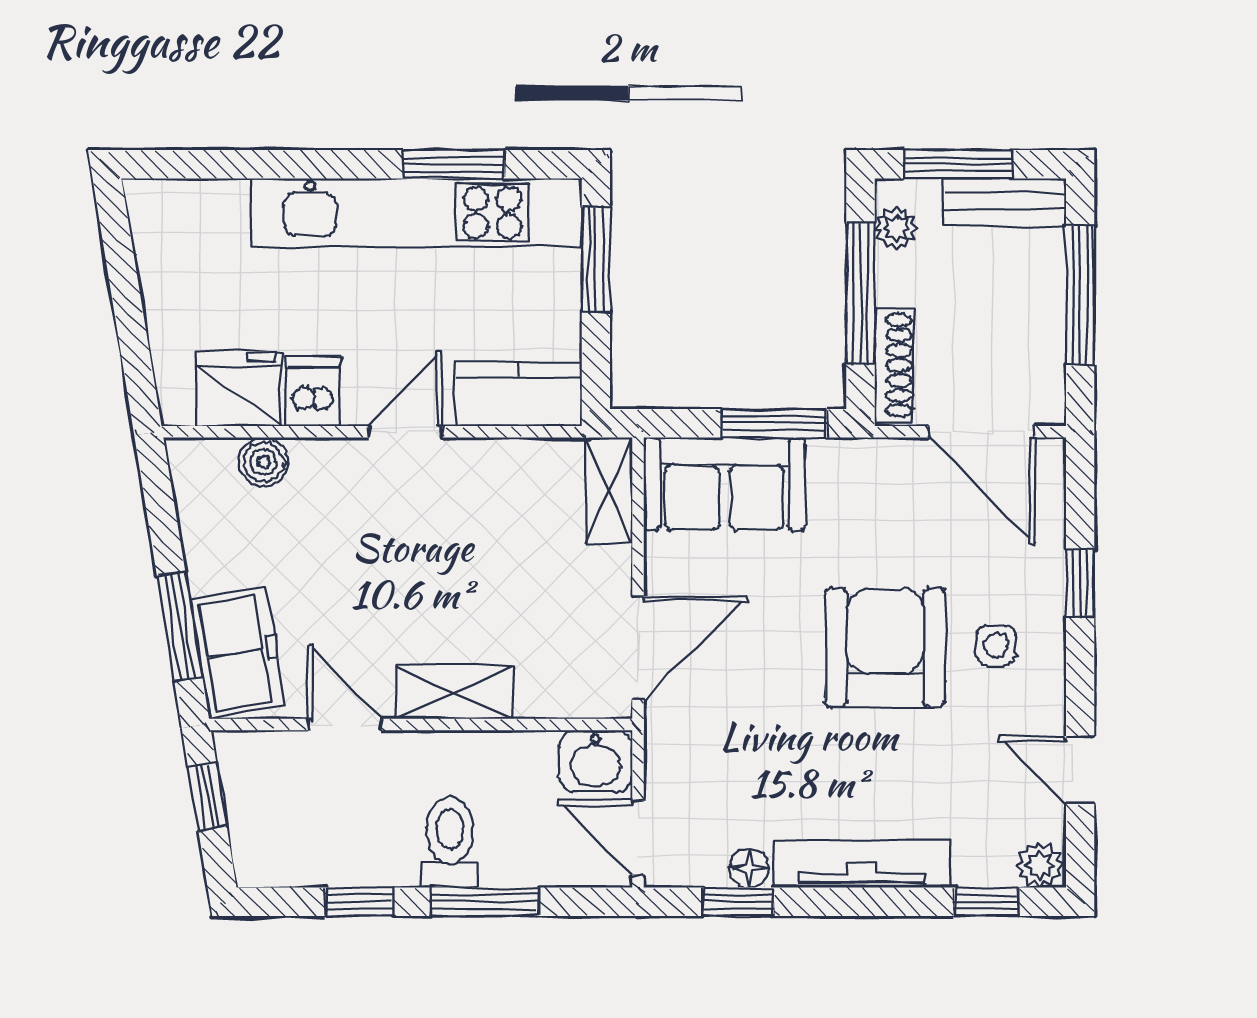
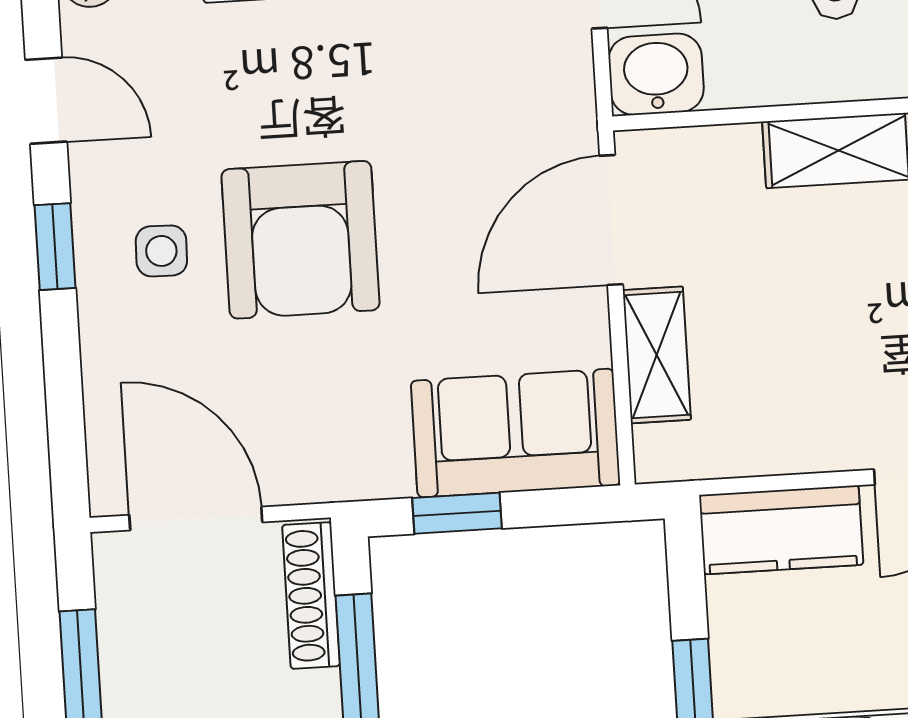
window: (774, 423) -> (457, 513), width x0.67
shelving: (609, 490) -> (657, 355), moved
window: (1080, 583) -> (55, 247), moved

